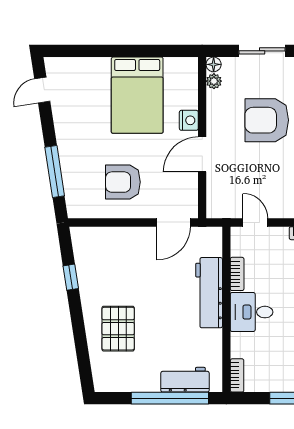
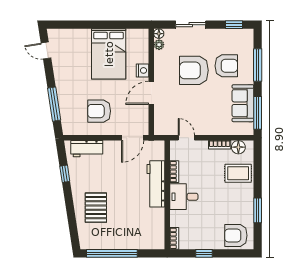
door: (42, 90) -> (46, 51), hinge flipped
workbench: (185, 380) -> (87, 149), moved, turned 180
window: (170, 398) -> (112, 253), moved

